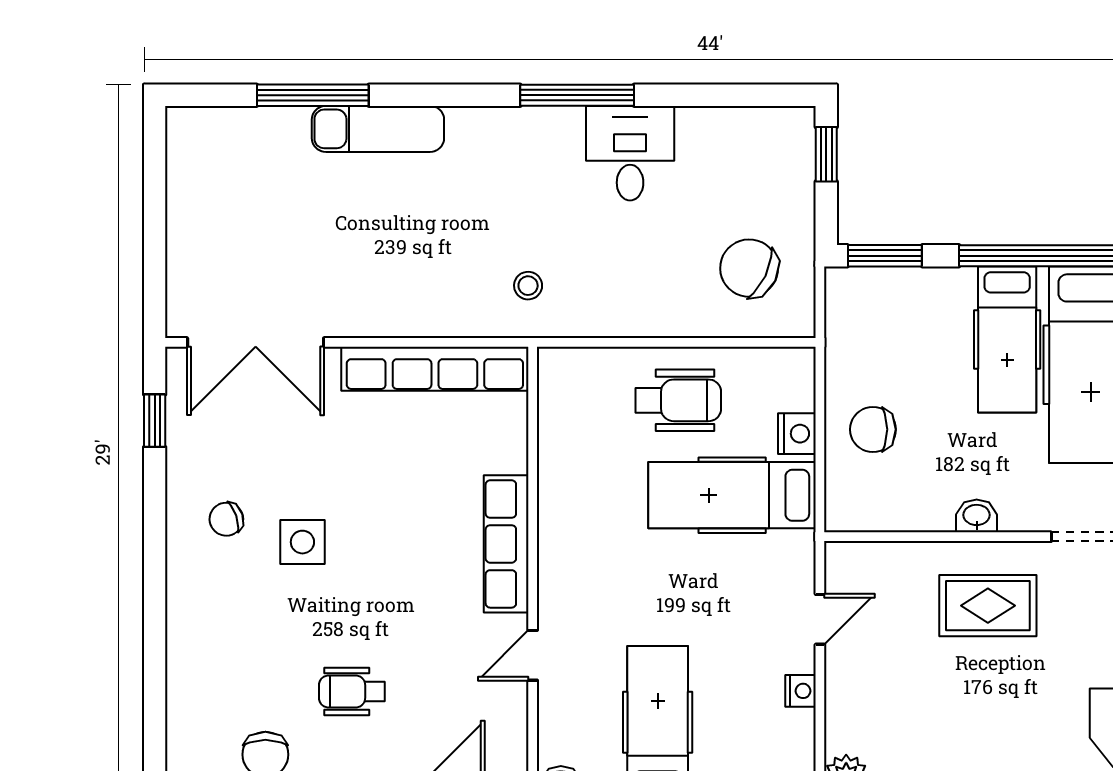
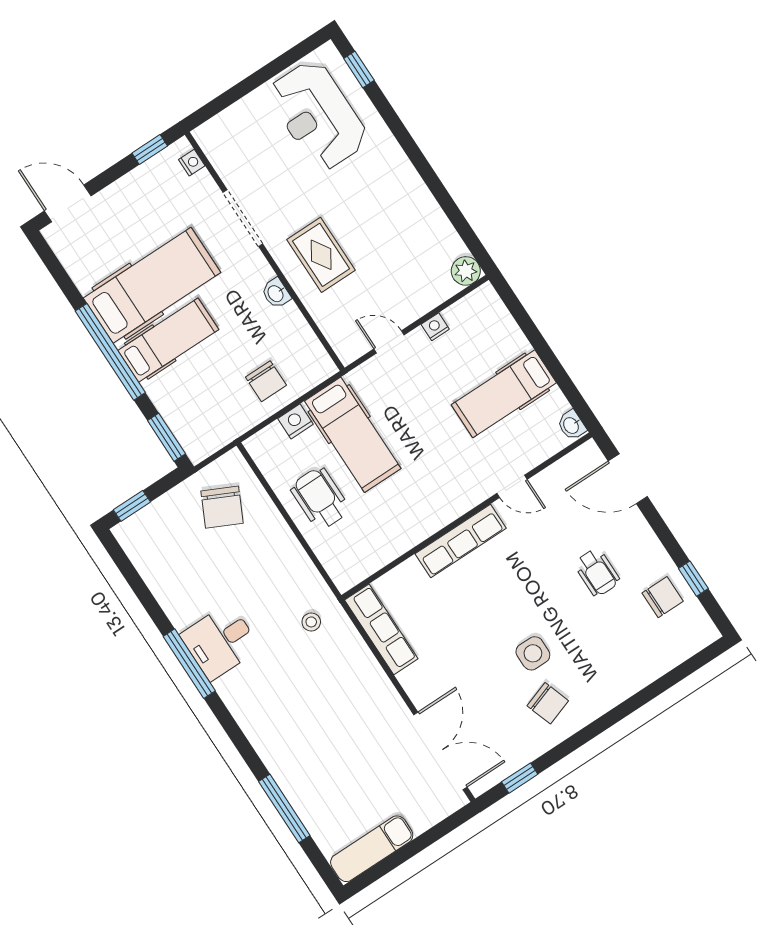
exam couch: (378, 129) -> (372, 849), moved, turned -90
desk: (630, 153) -> (220, 642), moved
row of seats: (435, 369) -> (381, 629), width x0.73
chair: (226, 519) -> (548, 703), width x1.37, depth x1.37

